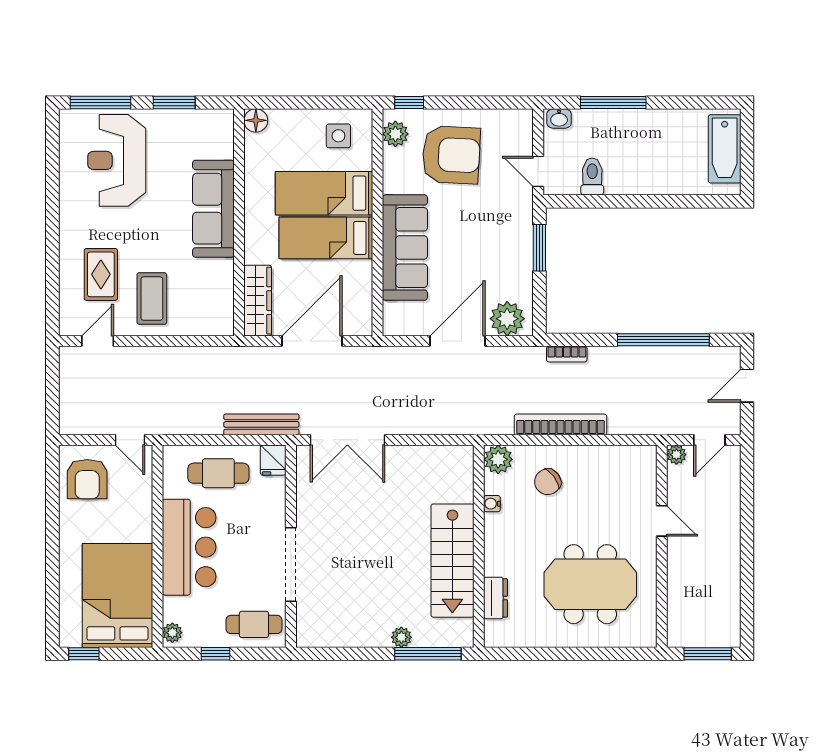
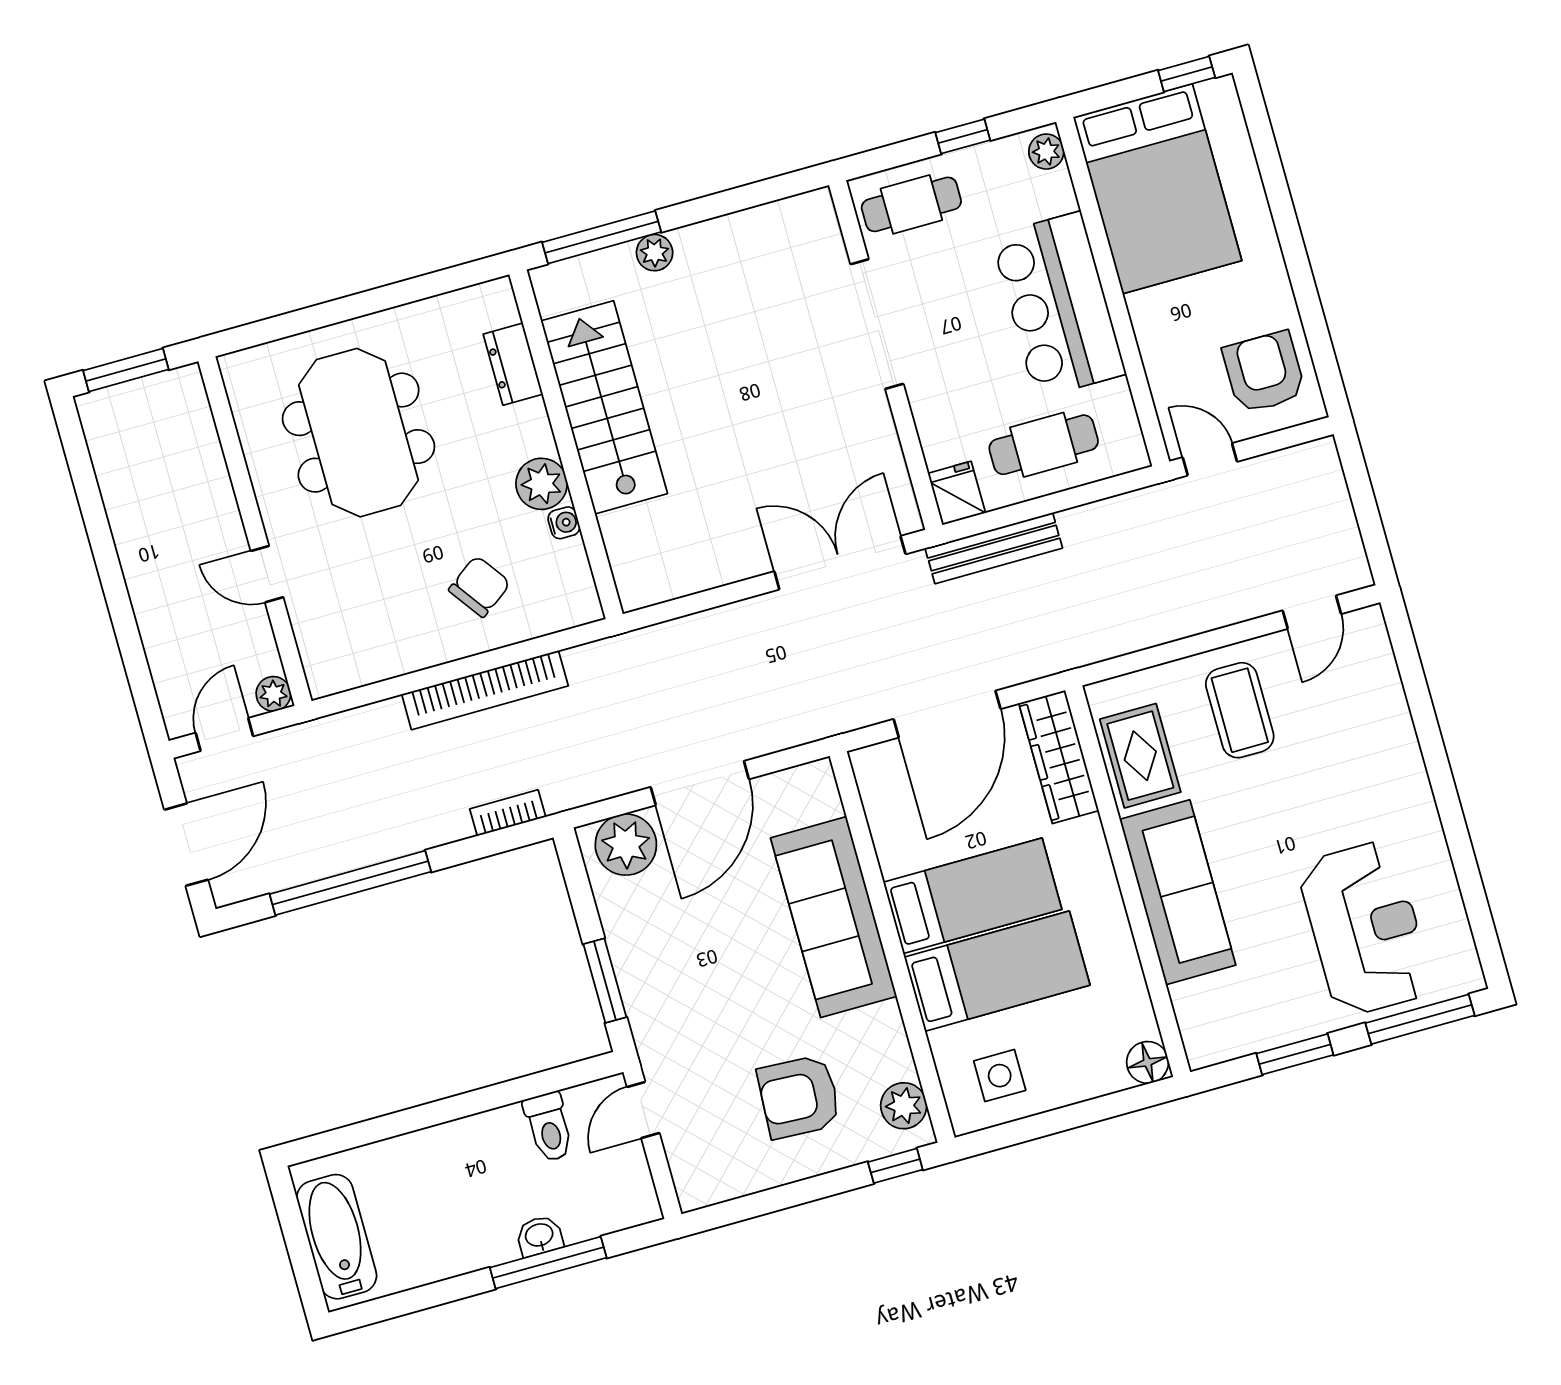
washbasin: (559, 118) -> (539, 1236), moved
armchair: (451, 155) -> (799, 1097), width x0.73, depth x0.73
door: (538, 171) -> (643, 1110), swing flipped
rug: (101, 274) -> (1140, 756), moved
door: (747, 386) -> (186, 845), width x1.38
plant: (498, 459) -> (542, 484), moved
meeting table: (590, 584) -> (359, 433), turned 90

